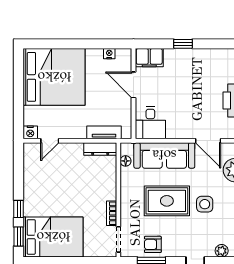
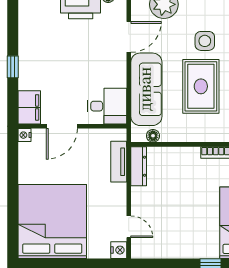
nightstand: (109, 54) -> (24, 135), moved

